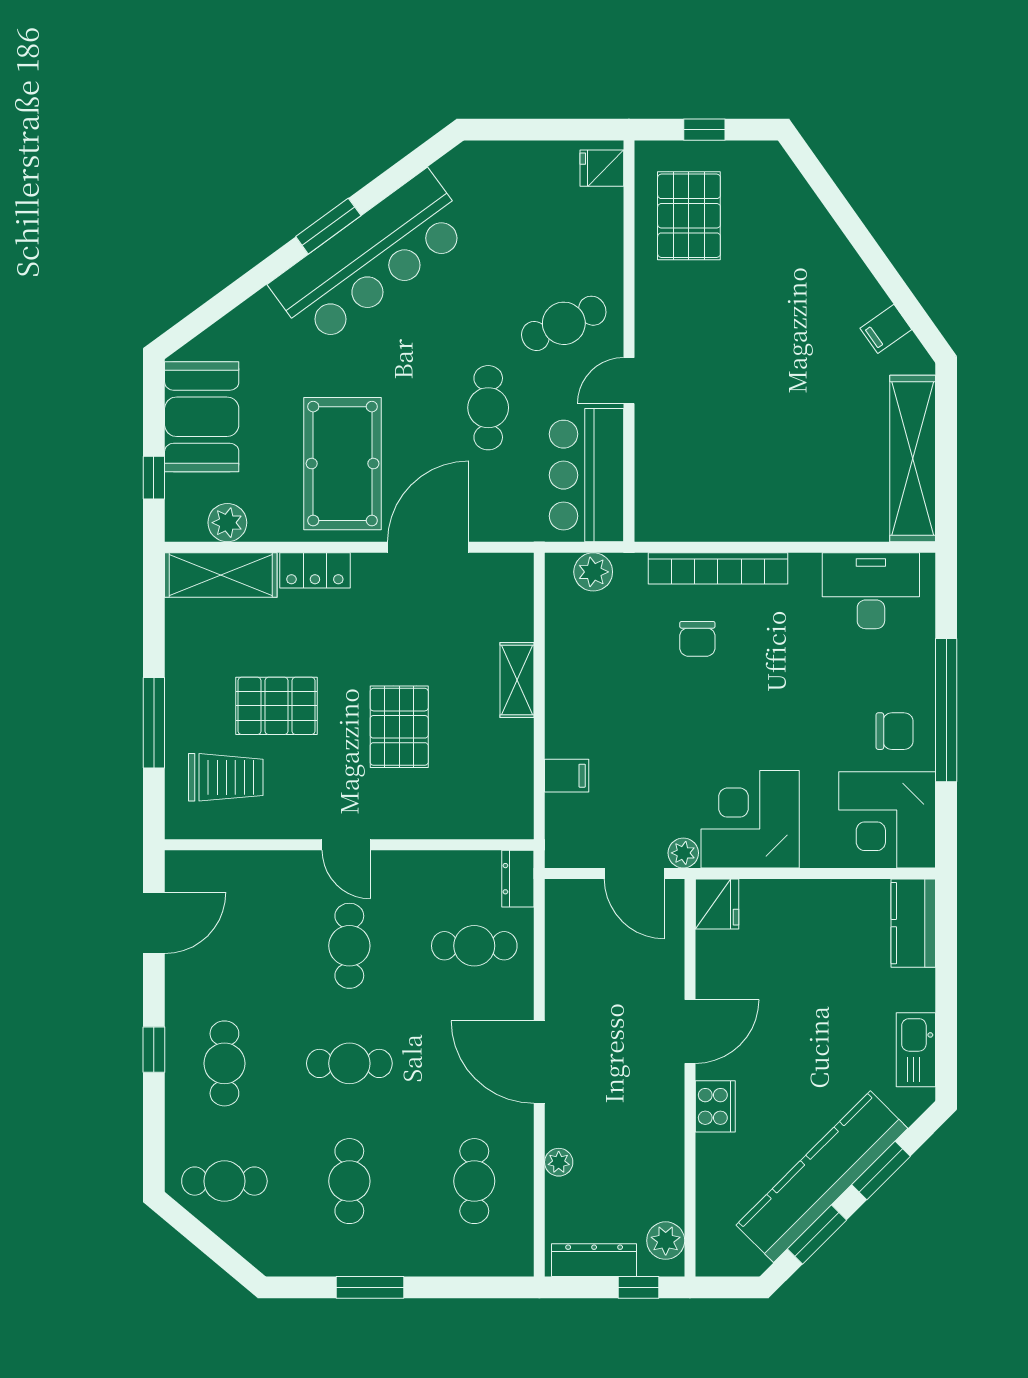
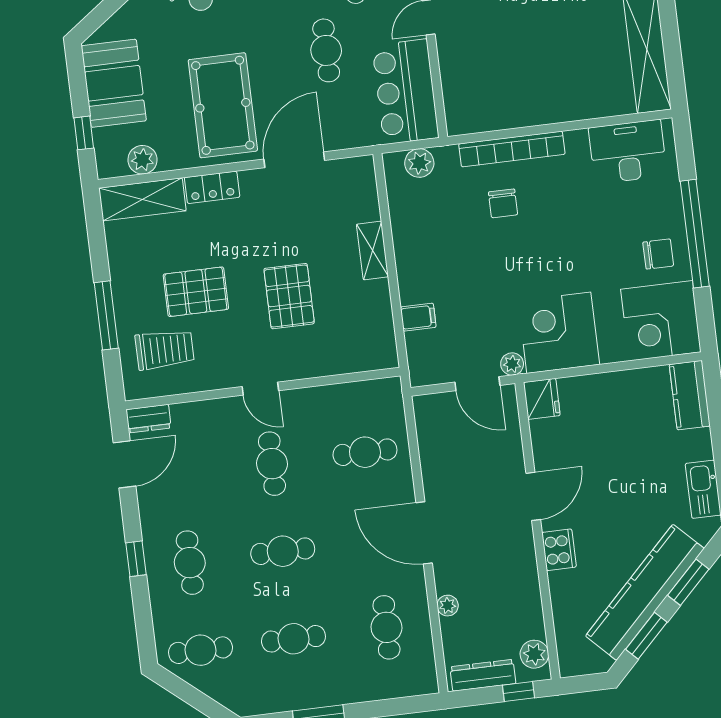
dresser: (518, 879) -> (149, 419), moved, turned -90
cafe table: (349, 1181) -> (293, 639), turned 90

